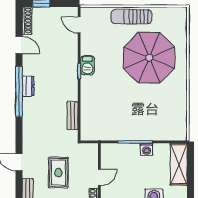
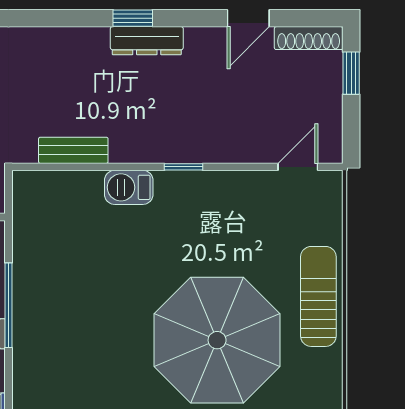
barbecue: (87, 65) -> (129, 187), moved
dresser: (28, 86) -> (147, 41), width x1.44
window: (19, 92) -> (133, 18), width x0.32

